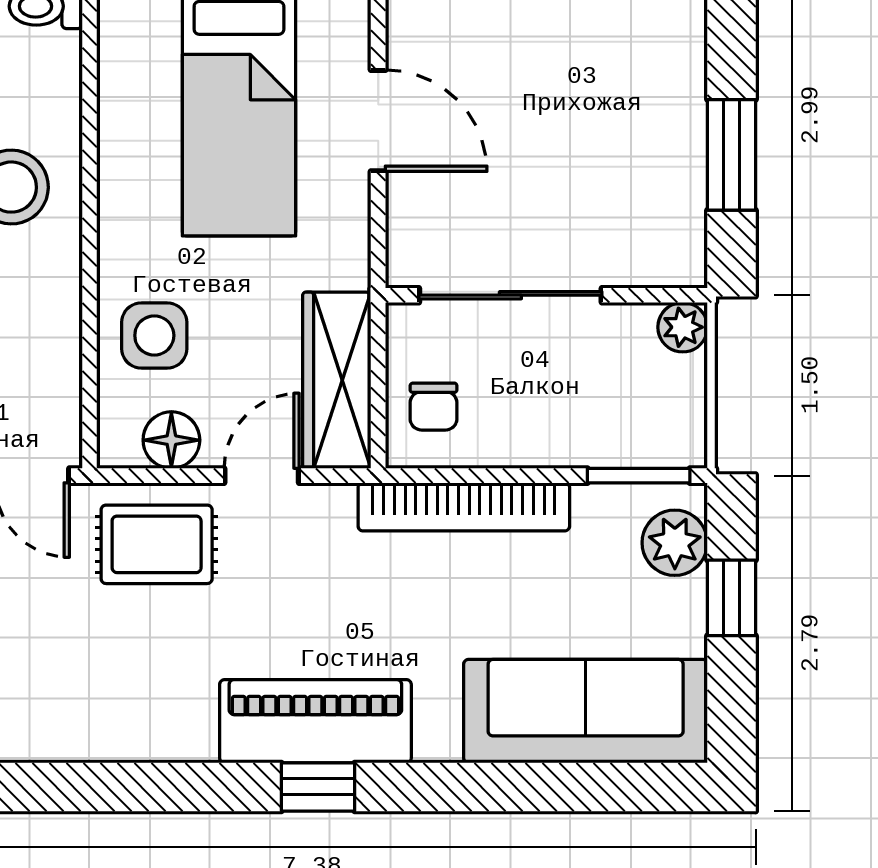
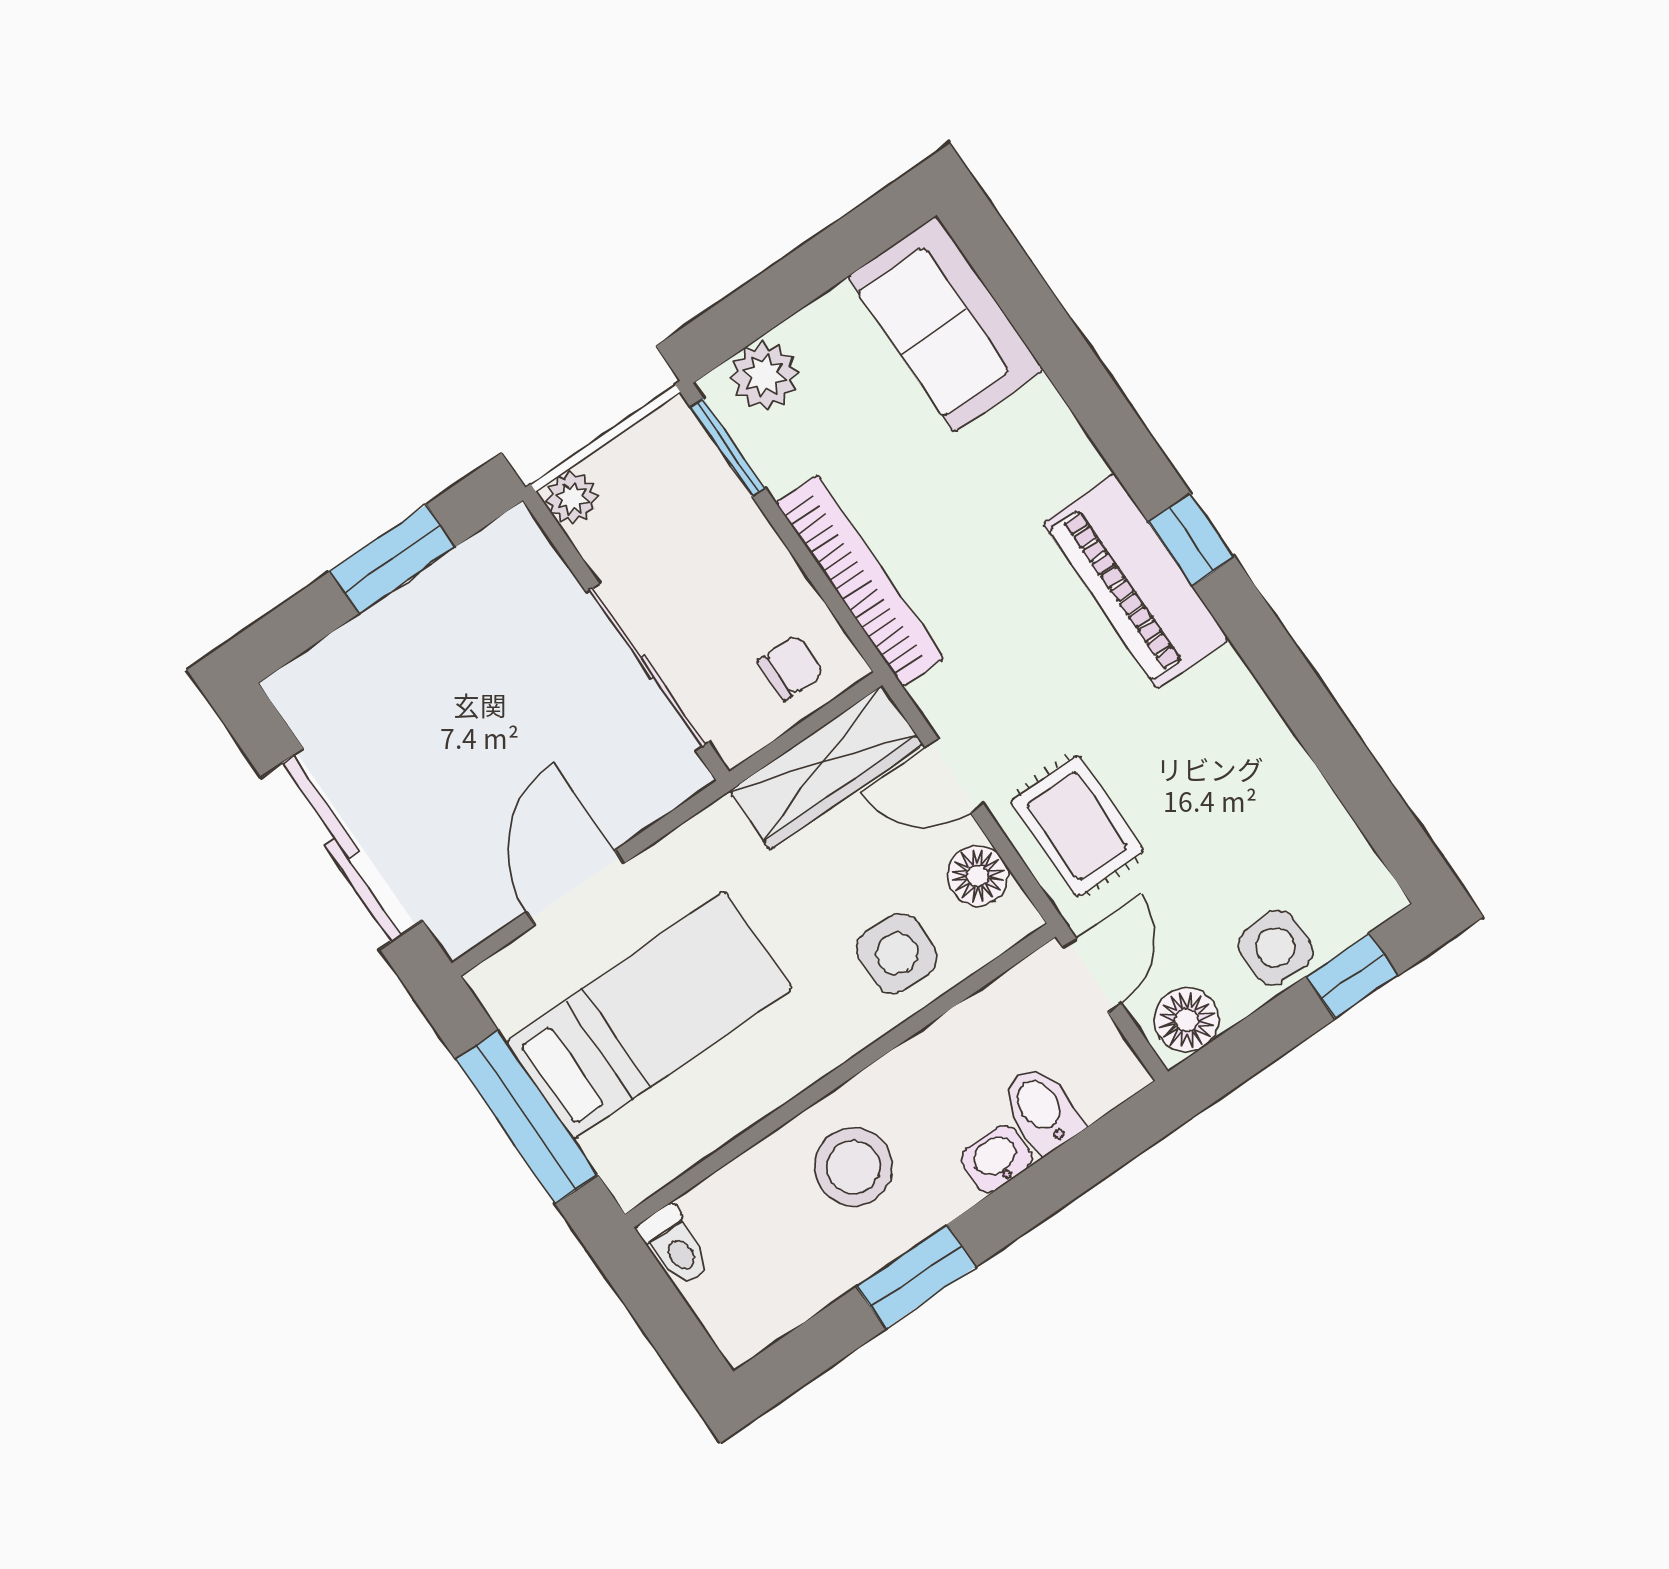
window: (732, 598) -> (778, 293), removed
sofa: (586, 711) -> (945, 324), width x0.73

